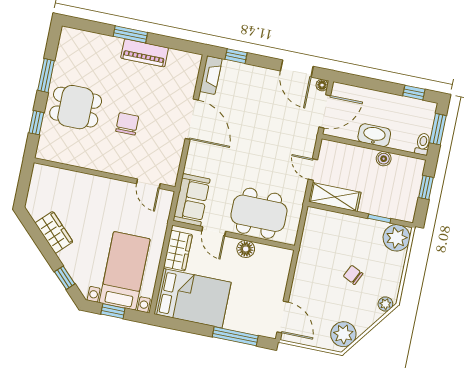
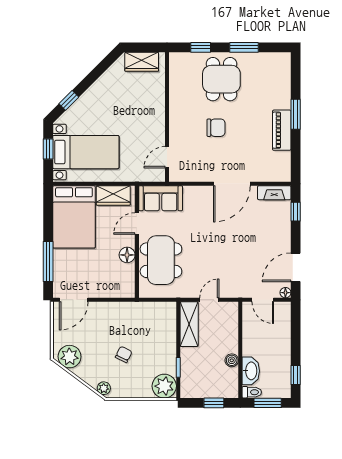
door: (325, 111) -> (263, 300), width x0.73
washbasin: (374, 135) -> (251, 371), moved
wardrobe: (54, 232) -> (142, 62), moved, turned 45

